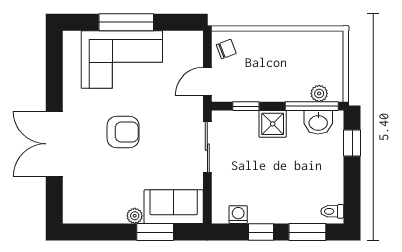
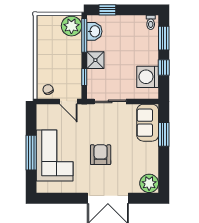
plant: (319, 93) -> (71, 26), width x1.87, depth x1.87
washing machine: (238, 215) -> (148, 77), width x1.89, depth x1.89
plant: (135, 216) -> (149, 183), moved, width x1.88, depth x1.88

